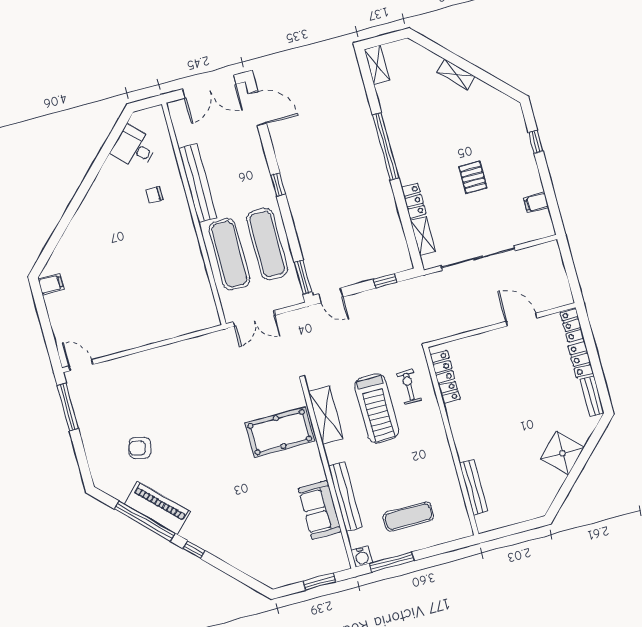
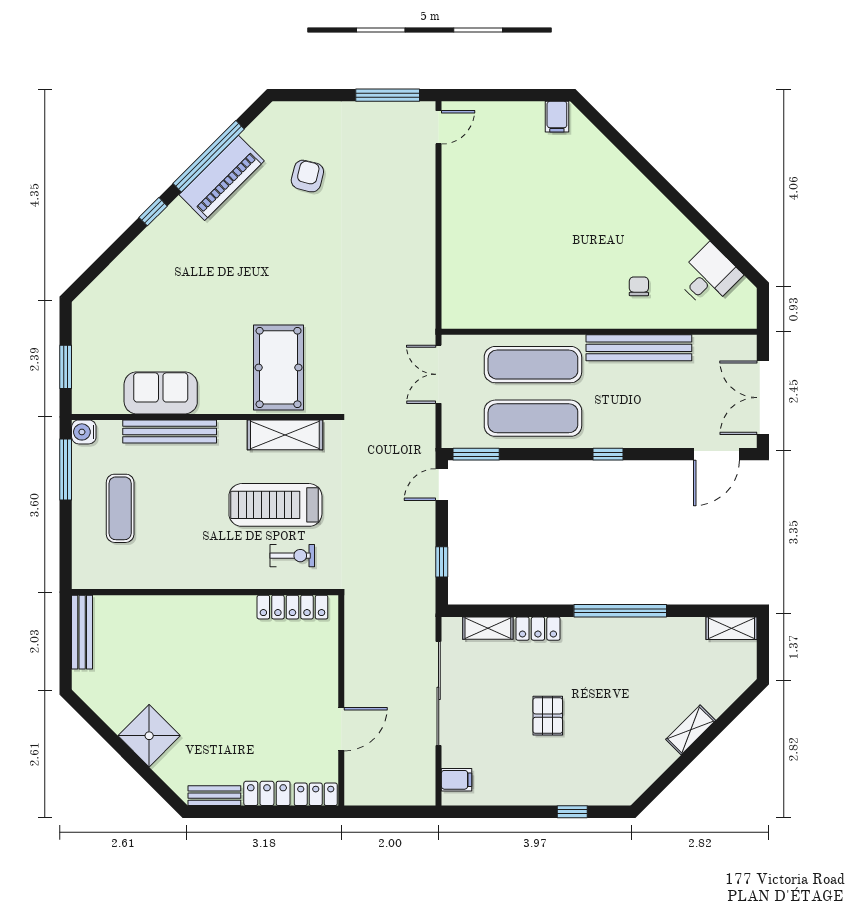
pallet: (473, 177) -> (548, 716), turned 90
filing cabinet: (536, 203) -> (457, 780), moved, turned 90
bench: (474, 487) -> (82, 632), moved, turned 90

